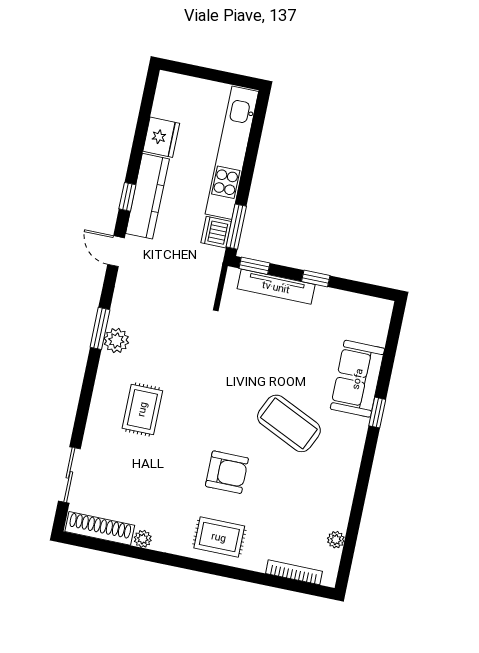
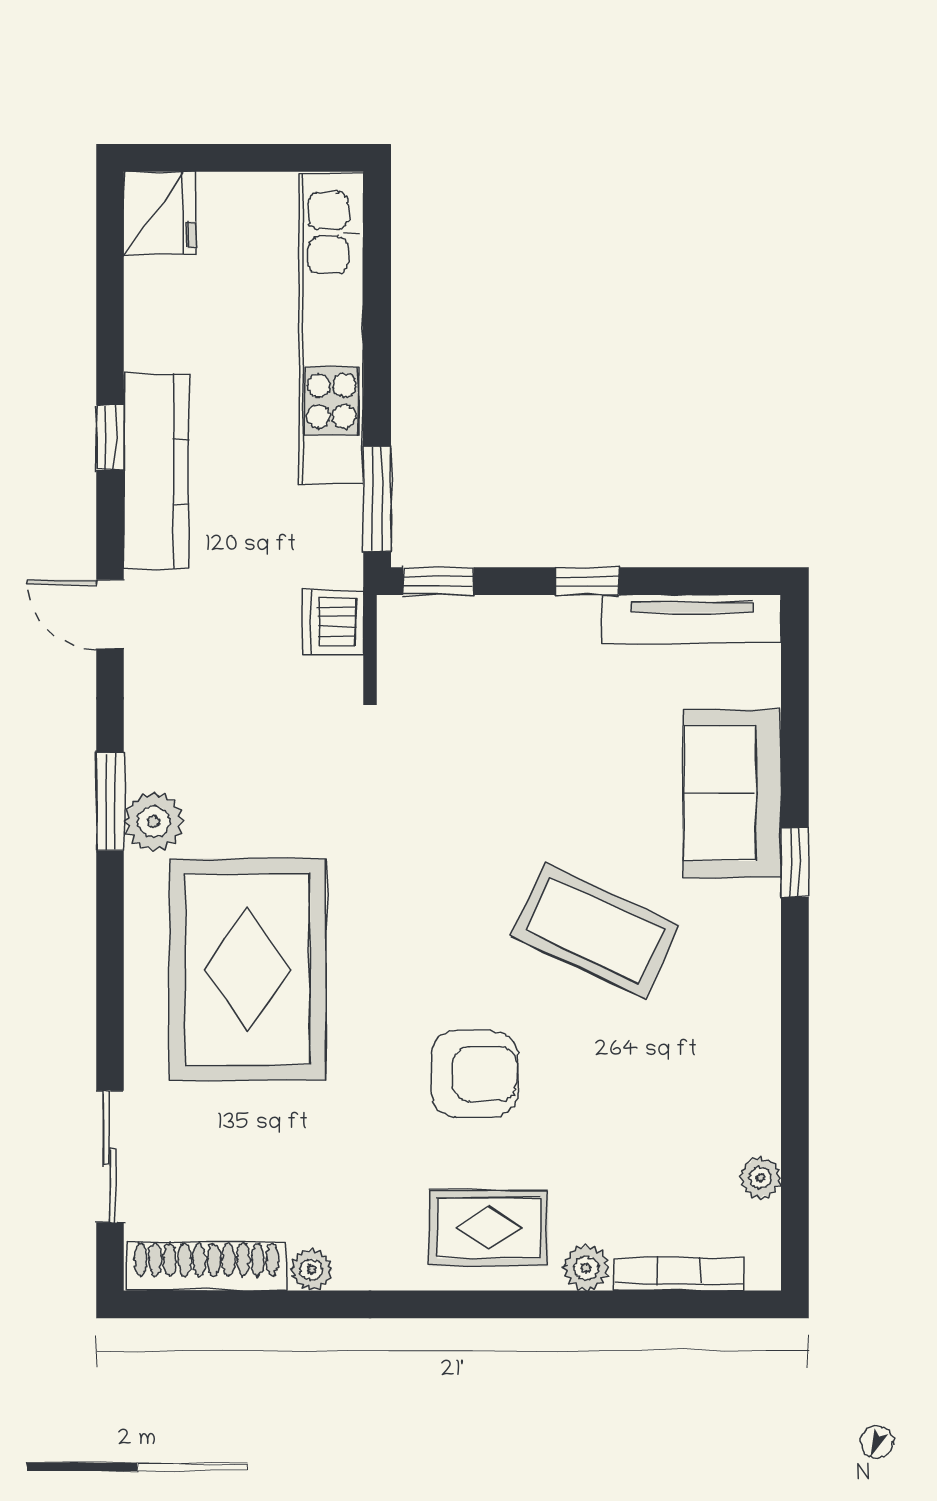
fridge: (161, 137) -> (160, 213), moved
window: (127, 197) -> (110, 437), moved
dishwasher: (216, 232) -> (333, 622), moved
tv unit: (276, 287) -> (692, 619), moved
rug: (142, 409) -> (248, 969), width x1.86, depth x2.06
plant: (256, 562) -> (586, 1268), added

